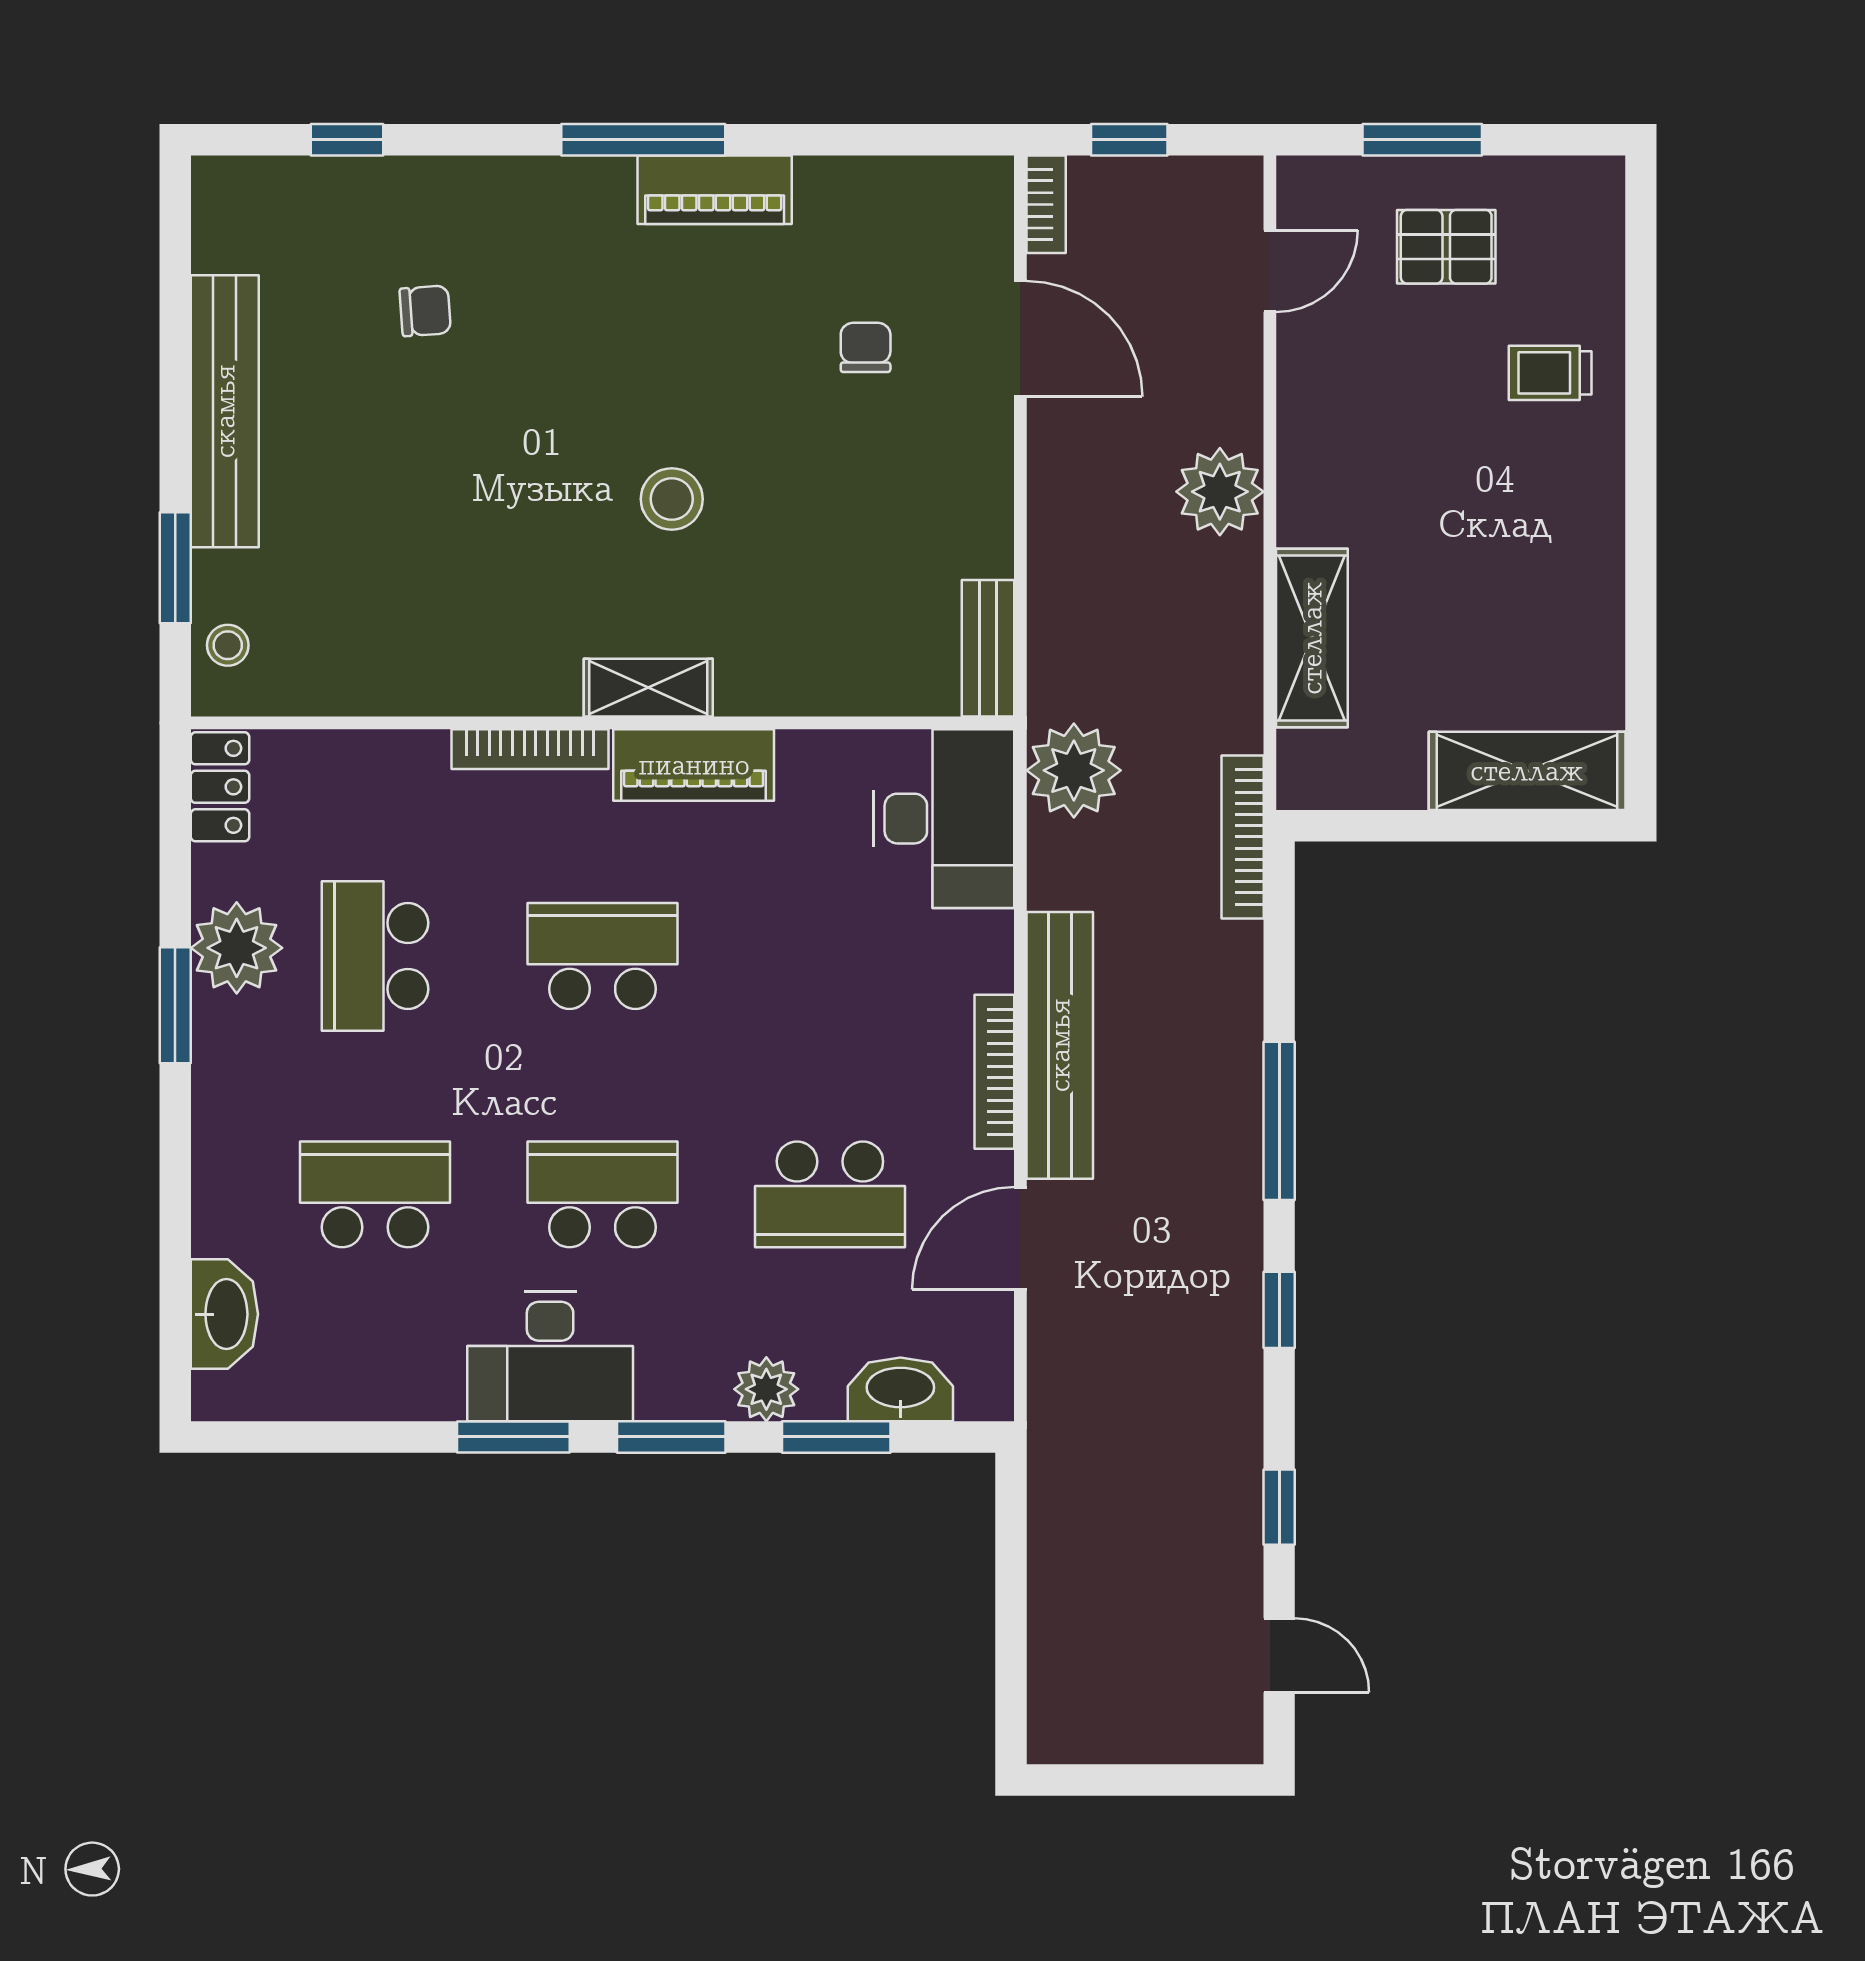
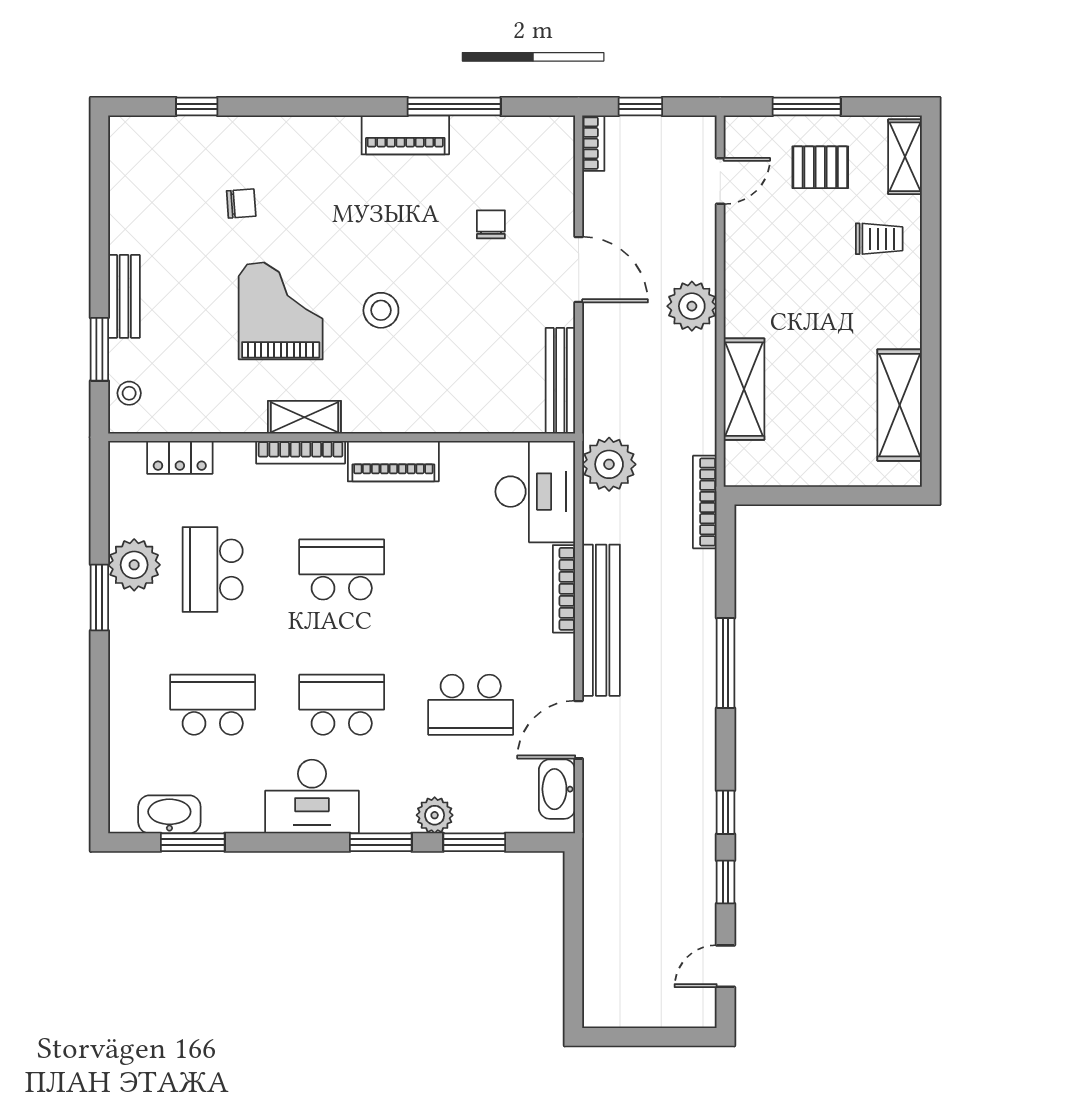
window: (643, 140) -> (454, 106), moved
shelving: (1596, 228) -> (905, 157), added
door: (1020, 339) -> (579, 270), moved
trolley: (1550, 373) -> (879, 239), turned 180
bench: (225, 411) -> (124, 296), width x0.54, depth x0.82
grand piano: (495, 500) -> (281, 311), added
bench: (988, 648) -> (560, 381), width x1.36
shelving: (648, 688) -> (304, 417), moved
shelving: (1527, 771) -> (900, 405), moved, turned 90
locker: (220, 787) -> (180, 457), moved, turned 90
bookcase: (994, 1072) -> (564, 589), moved
window: (1279, 1310) -> (726, 812), moved
washbasin: (224, 1314) -> (169, 814), moved, turned -90
washbasin: (900, 1389) -> (557, 789), moved, turned -90
window: (513, 1437) -> (193, 842), moved
door: (1279, 1655) -> (726, 966), swing flipped

